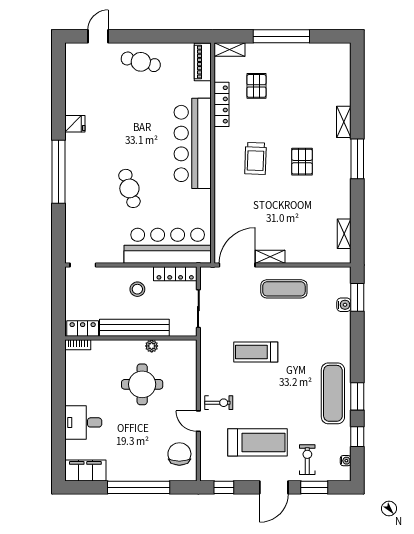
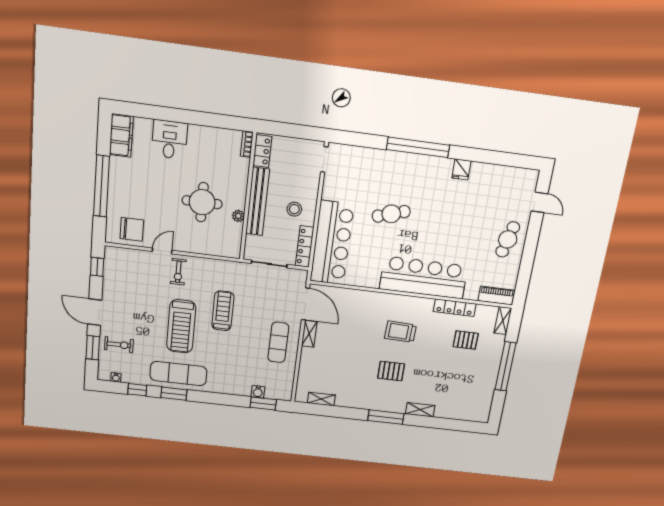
treadmill: (258, 442) -> (181, 326), moved

